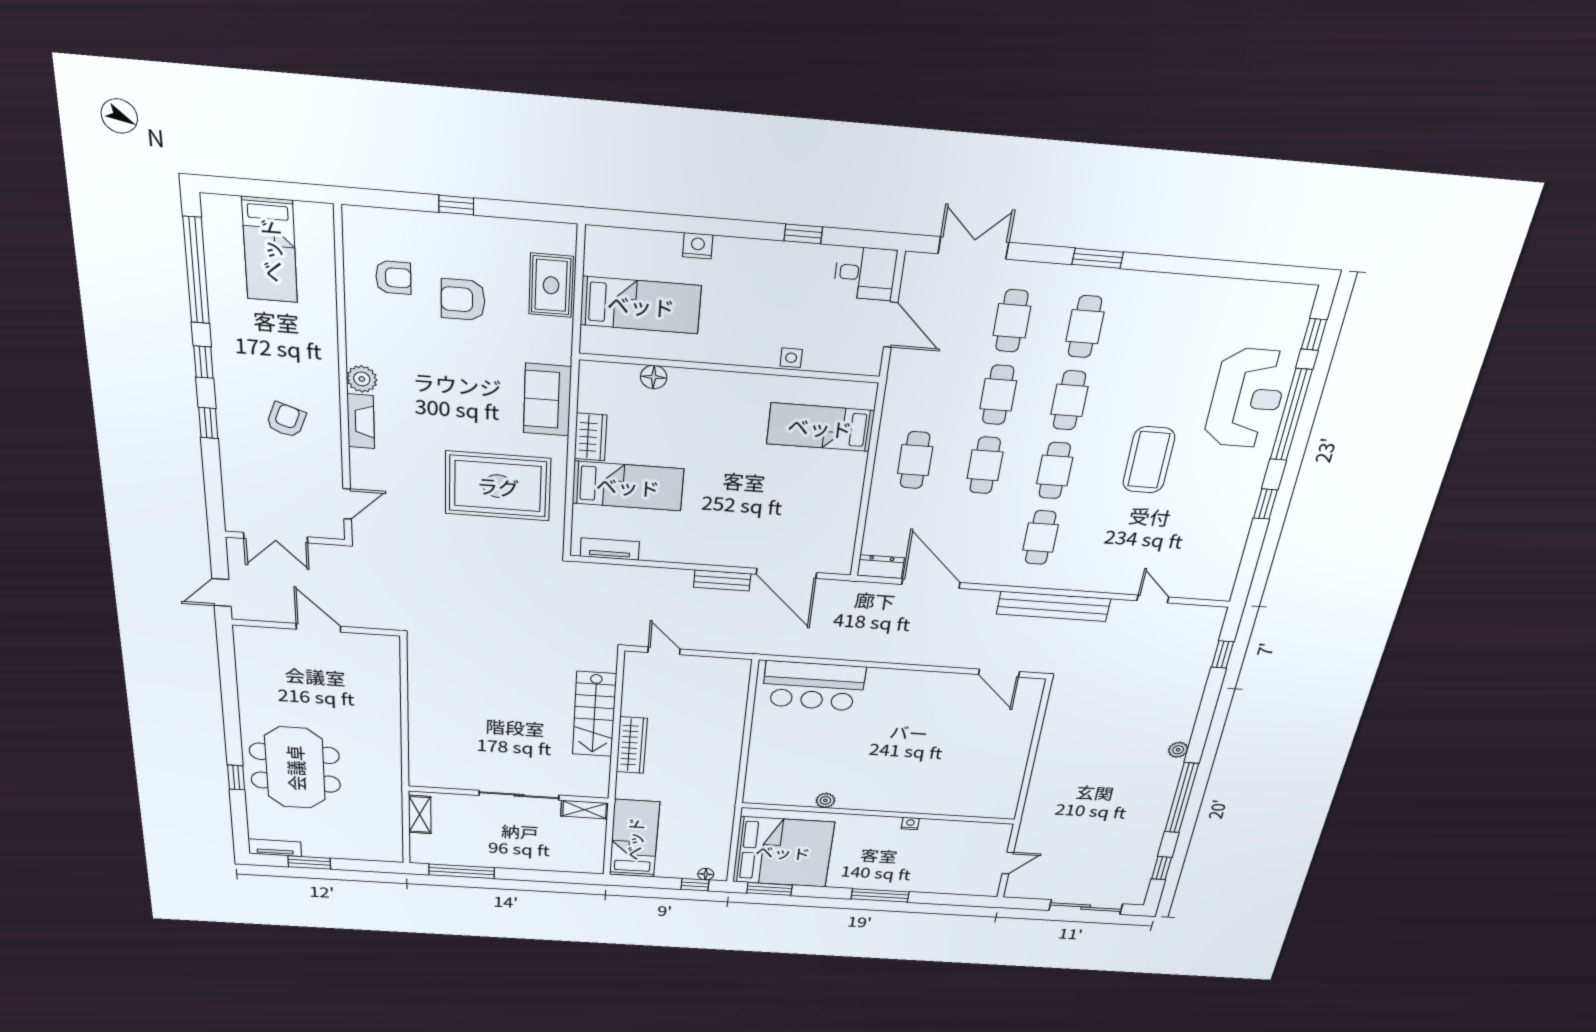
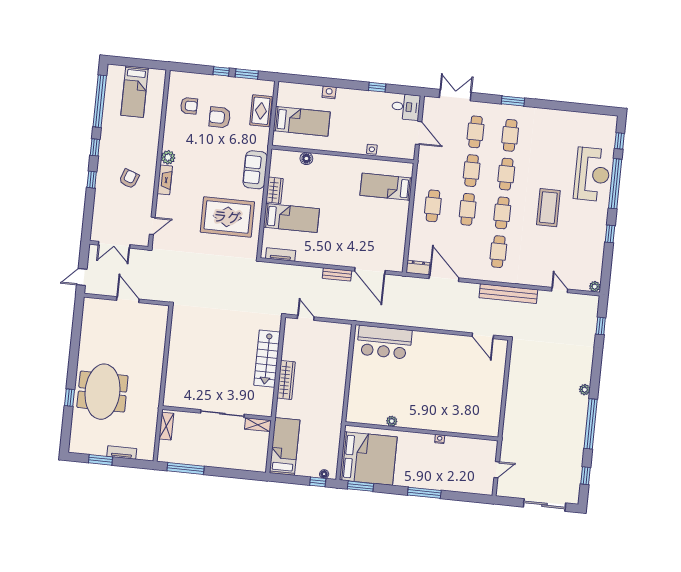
window: (514, 210) -> (247, 74), added
plant: (1221, 592) -> (595, 287), added
tv unit: (275, 848) -> (122, 452), moved

